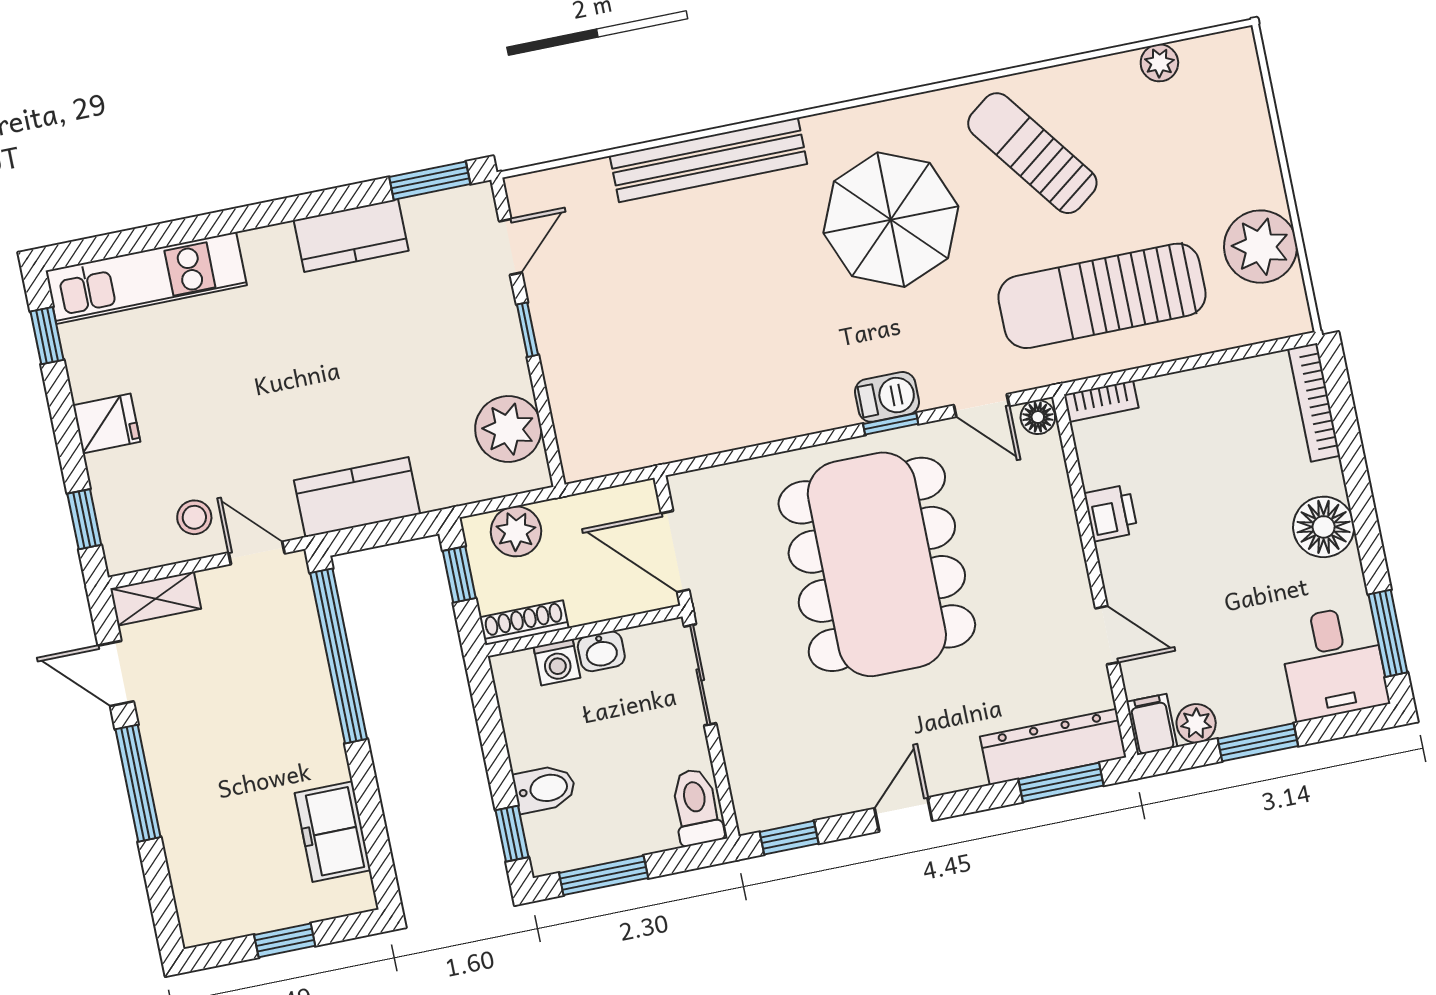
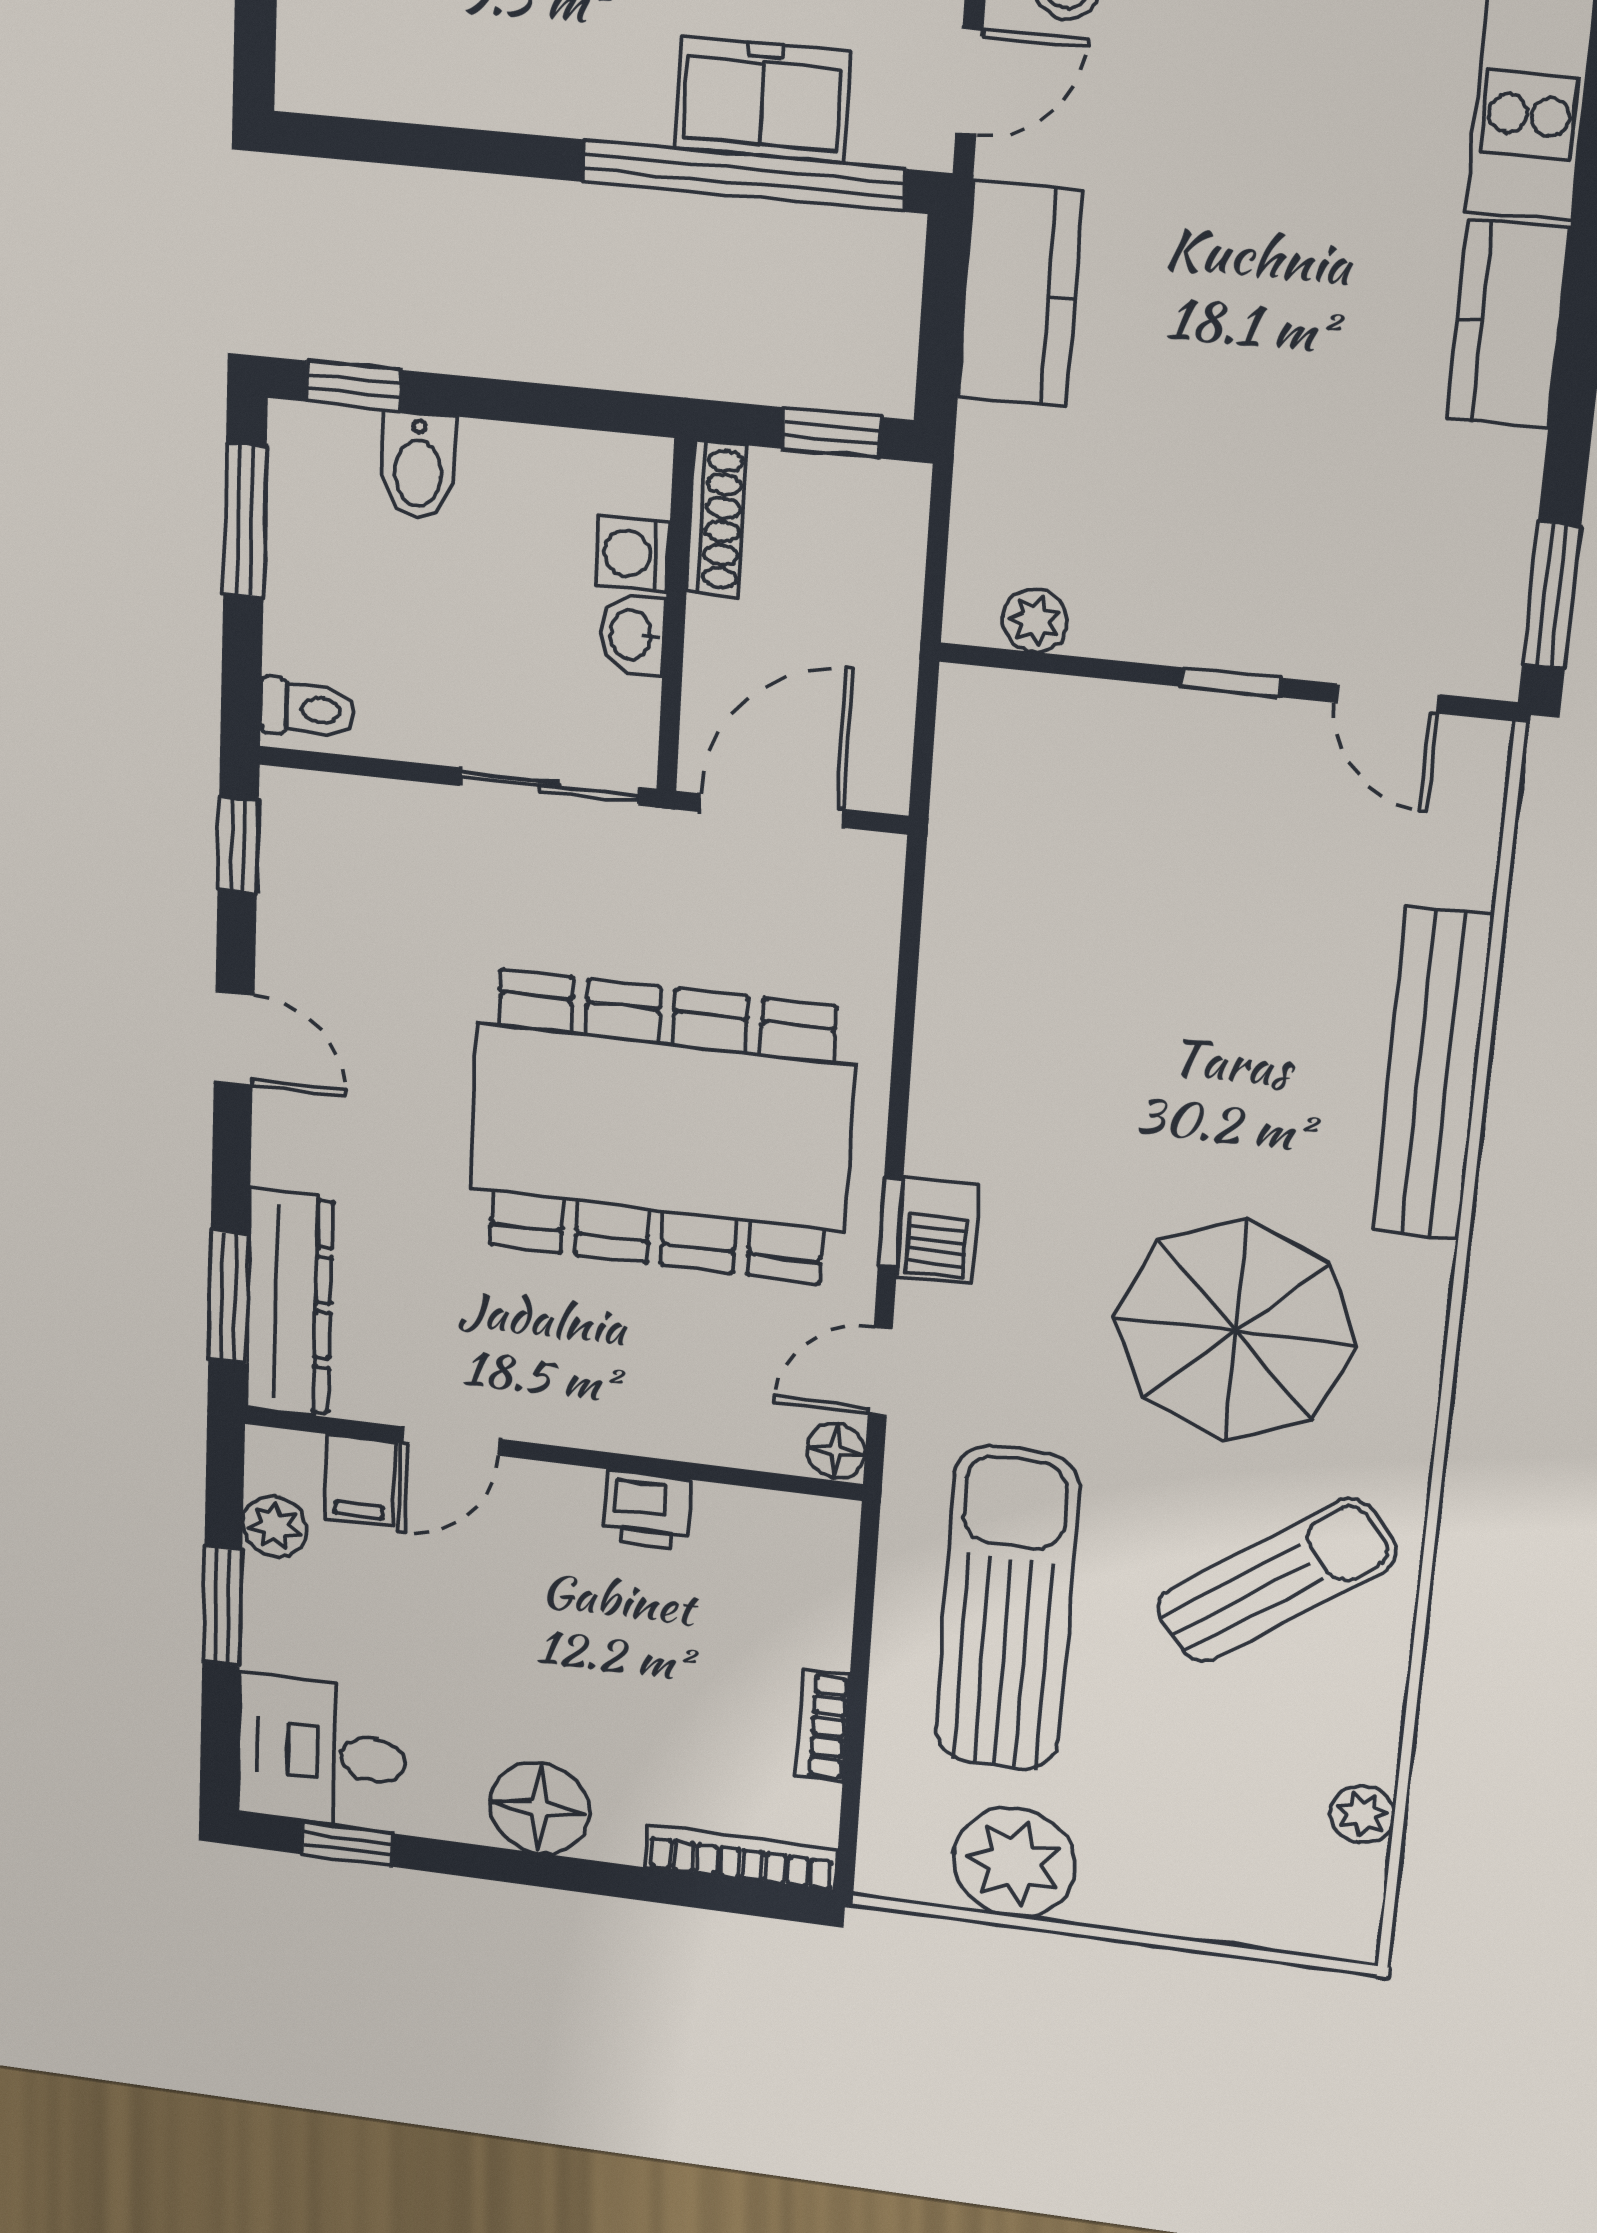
kitchen counter: (351, 235) -> (1508, 324), moved
bookcase: (1101, 401) -> (823, 1726), moved
plant: (508, 429) -> (1035, 621), width x0.53, depth x0.53
plant: (516, 531) -> (881, 554), removed
window: (1388, 633) -> (347, 1844), width x0.67
filing cabinet: (1152, 724) -> (360, 1481), moved, turned 90
toilet: (696, 807) -> (308, 709), width x0.73, depth x0.72
freezer: (333, 832) -> (762, 100), moved

